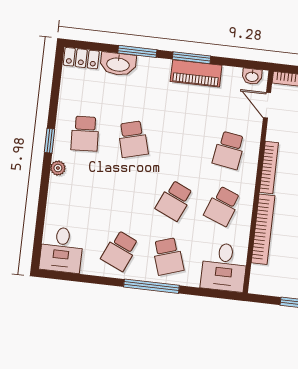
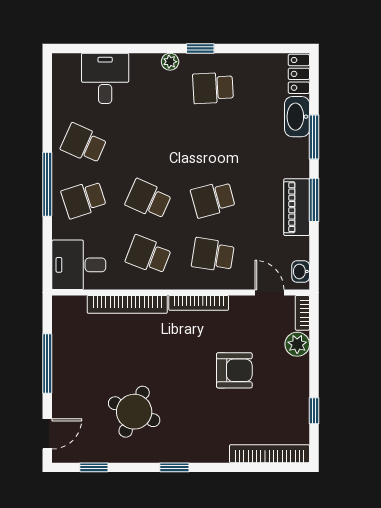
door: (267, 105) -> (269, 293), hinge flipped
school desk: (133, 139) -> (213, 199), moved
desk: (61, 250) -> (105, 78), moved, turned 90

